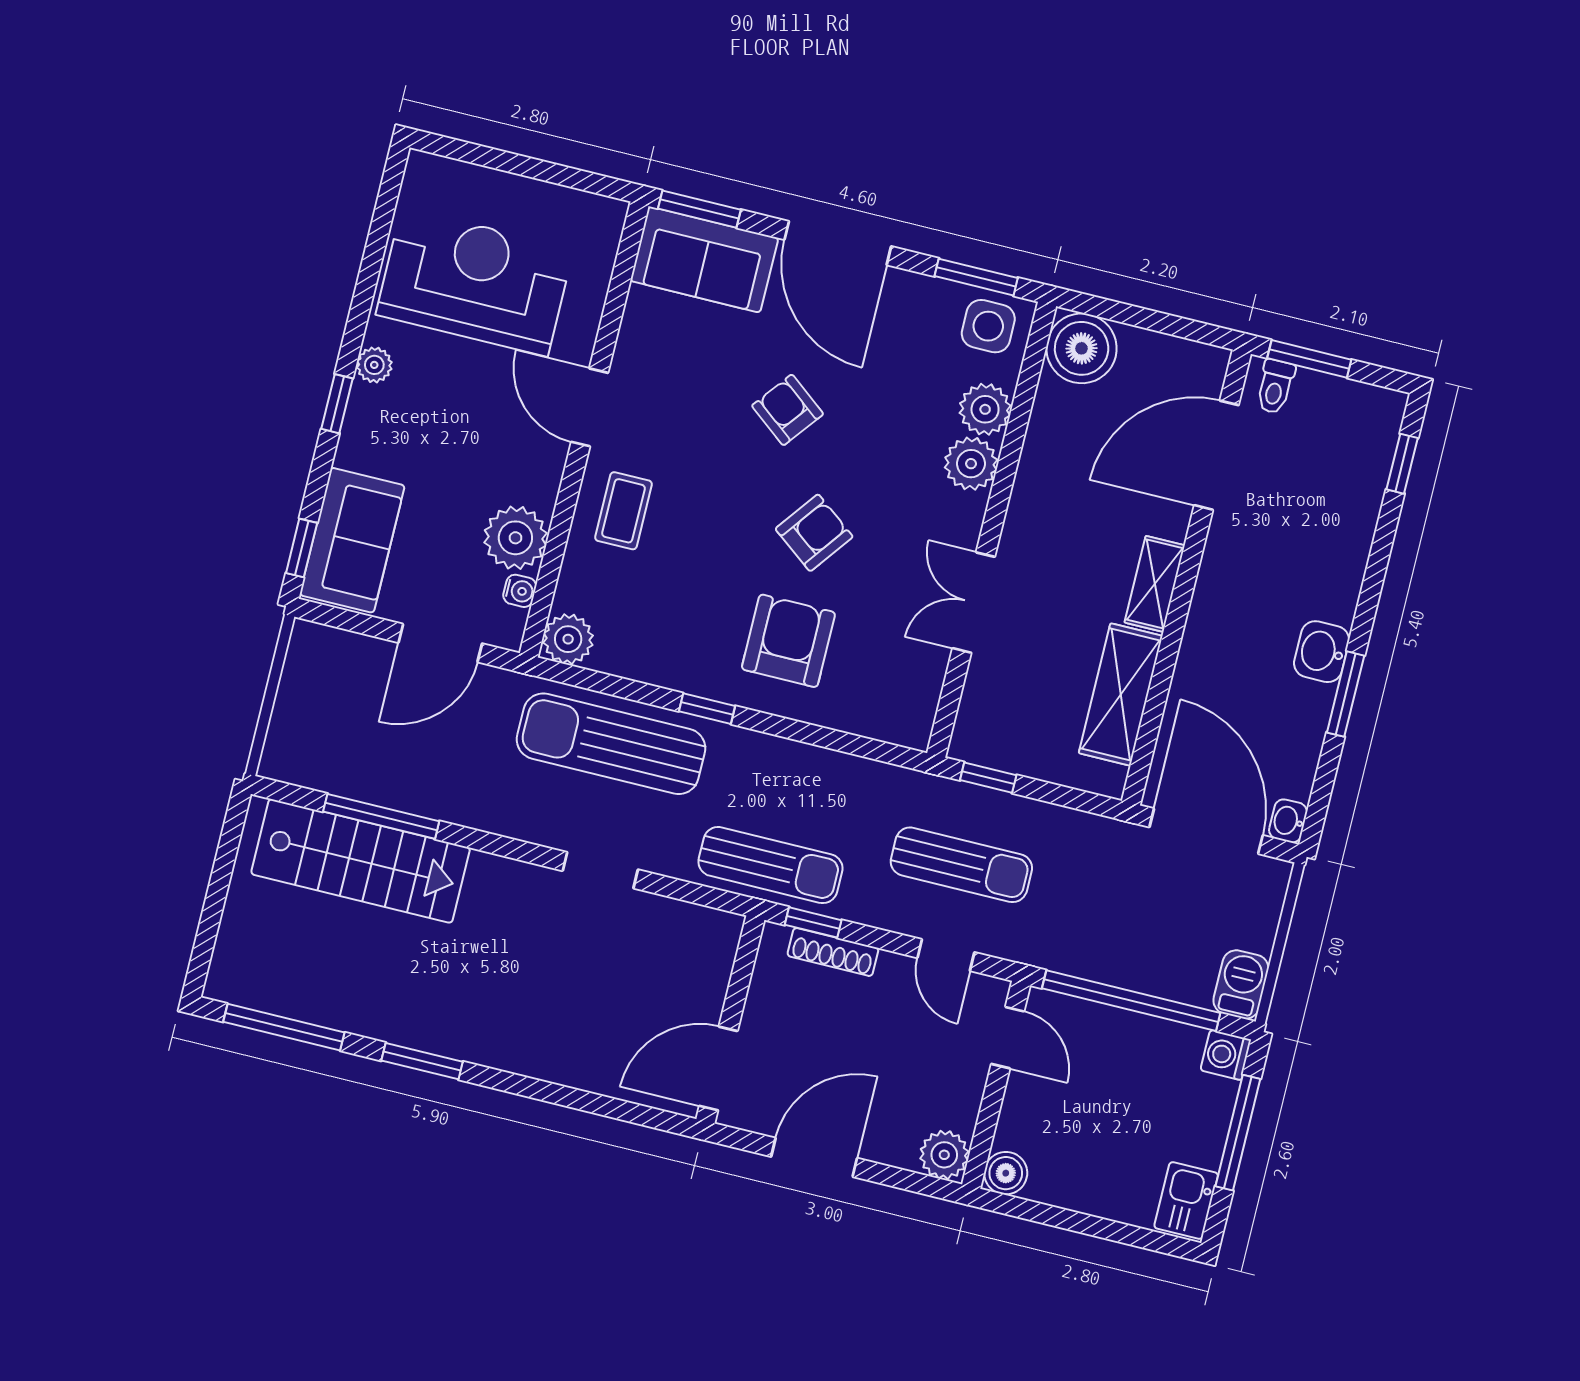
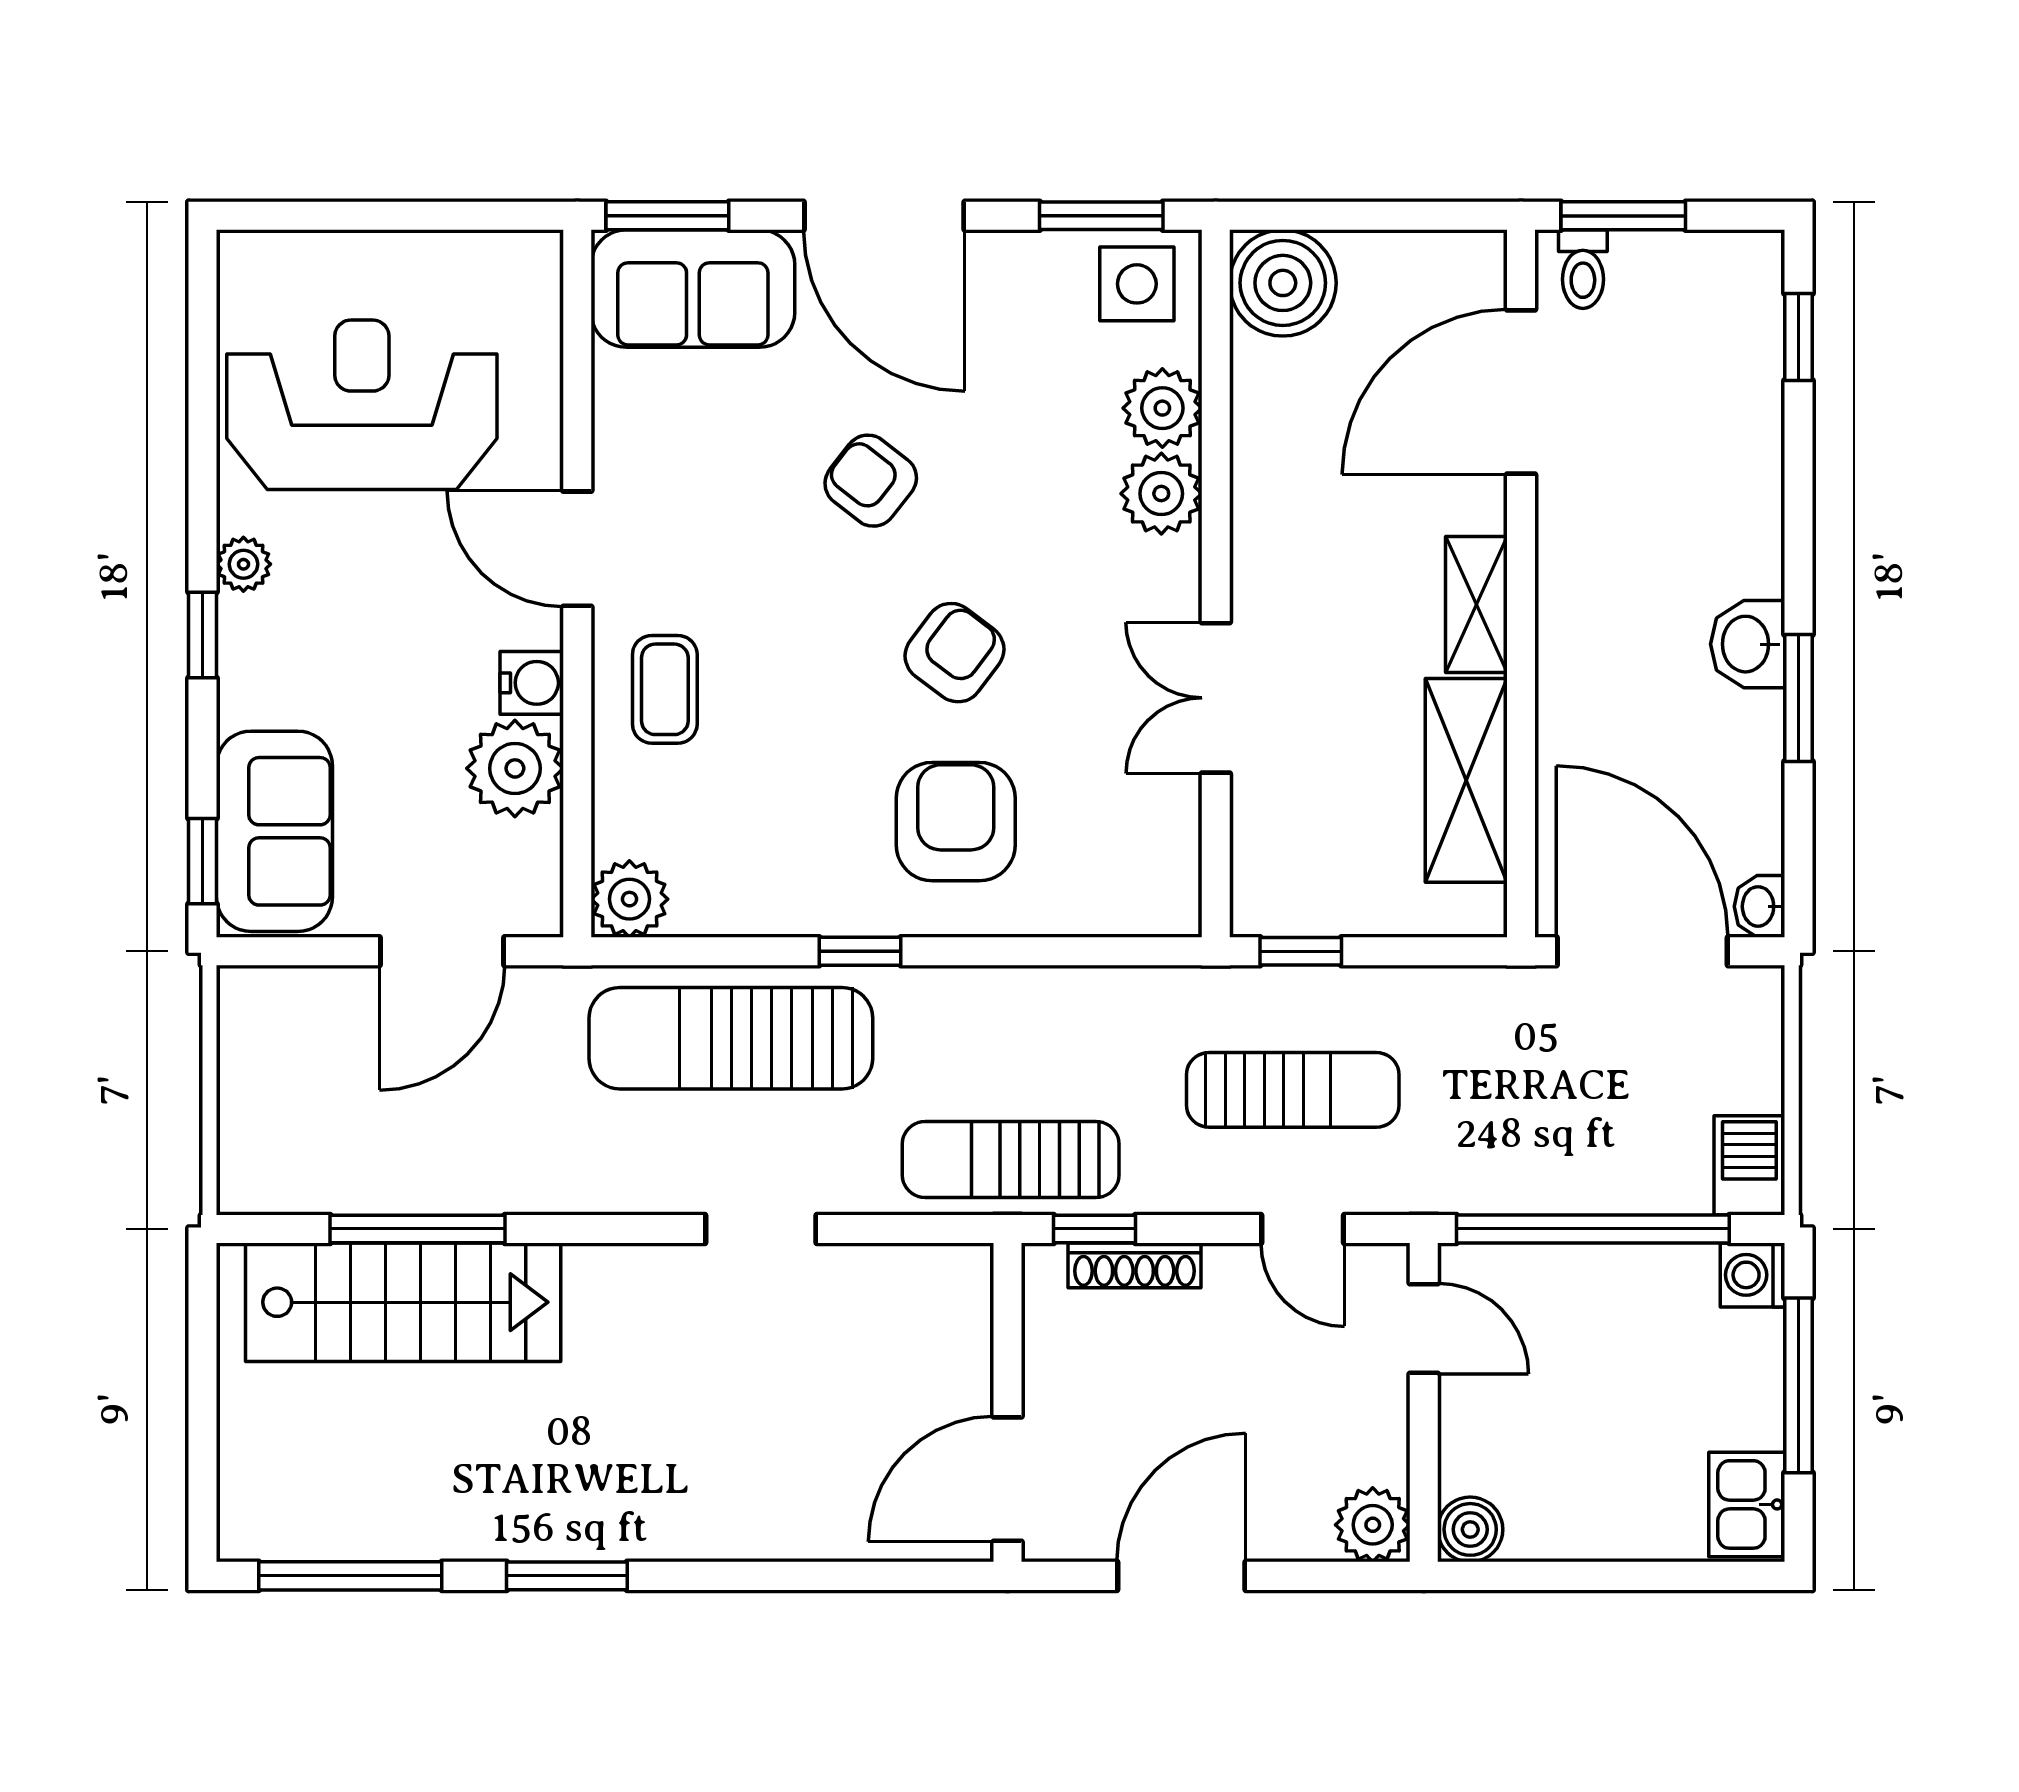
water cooler: (520, 591) -> (532, 683), moved, width x1.38, depth x1.38
sun lounger: (770, 865) -> (1011, 1160), turned 180

